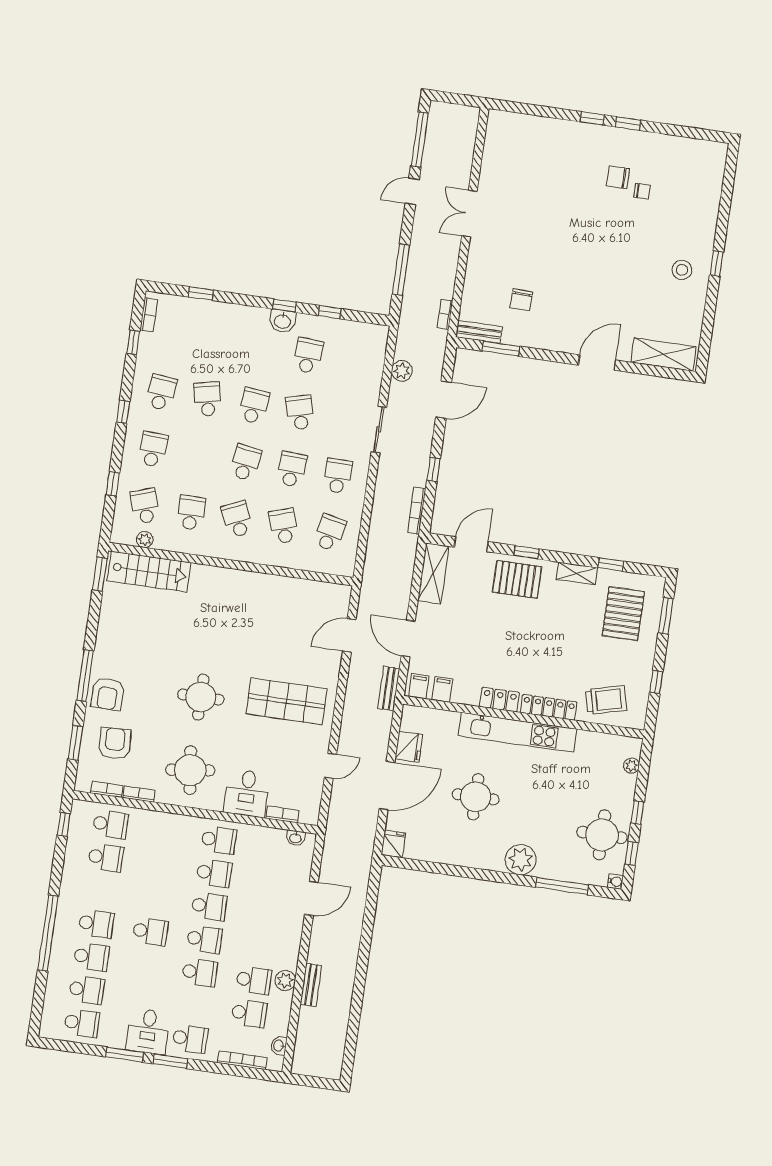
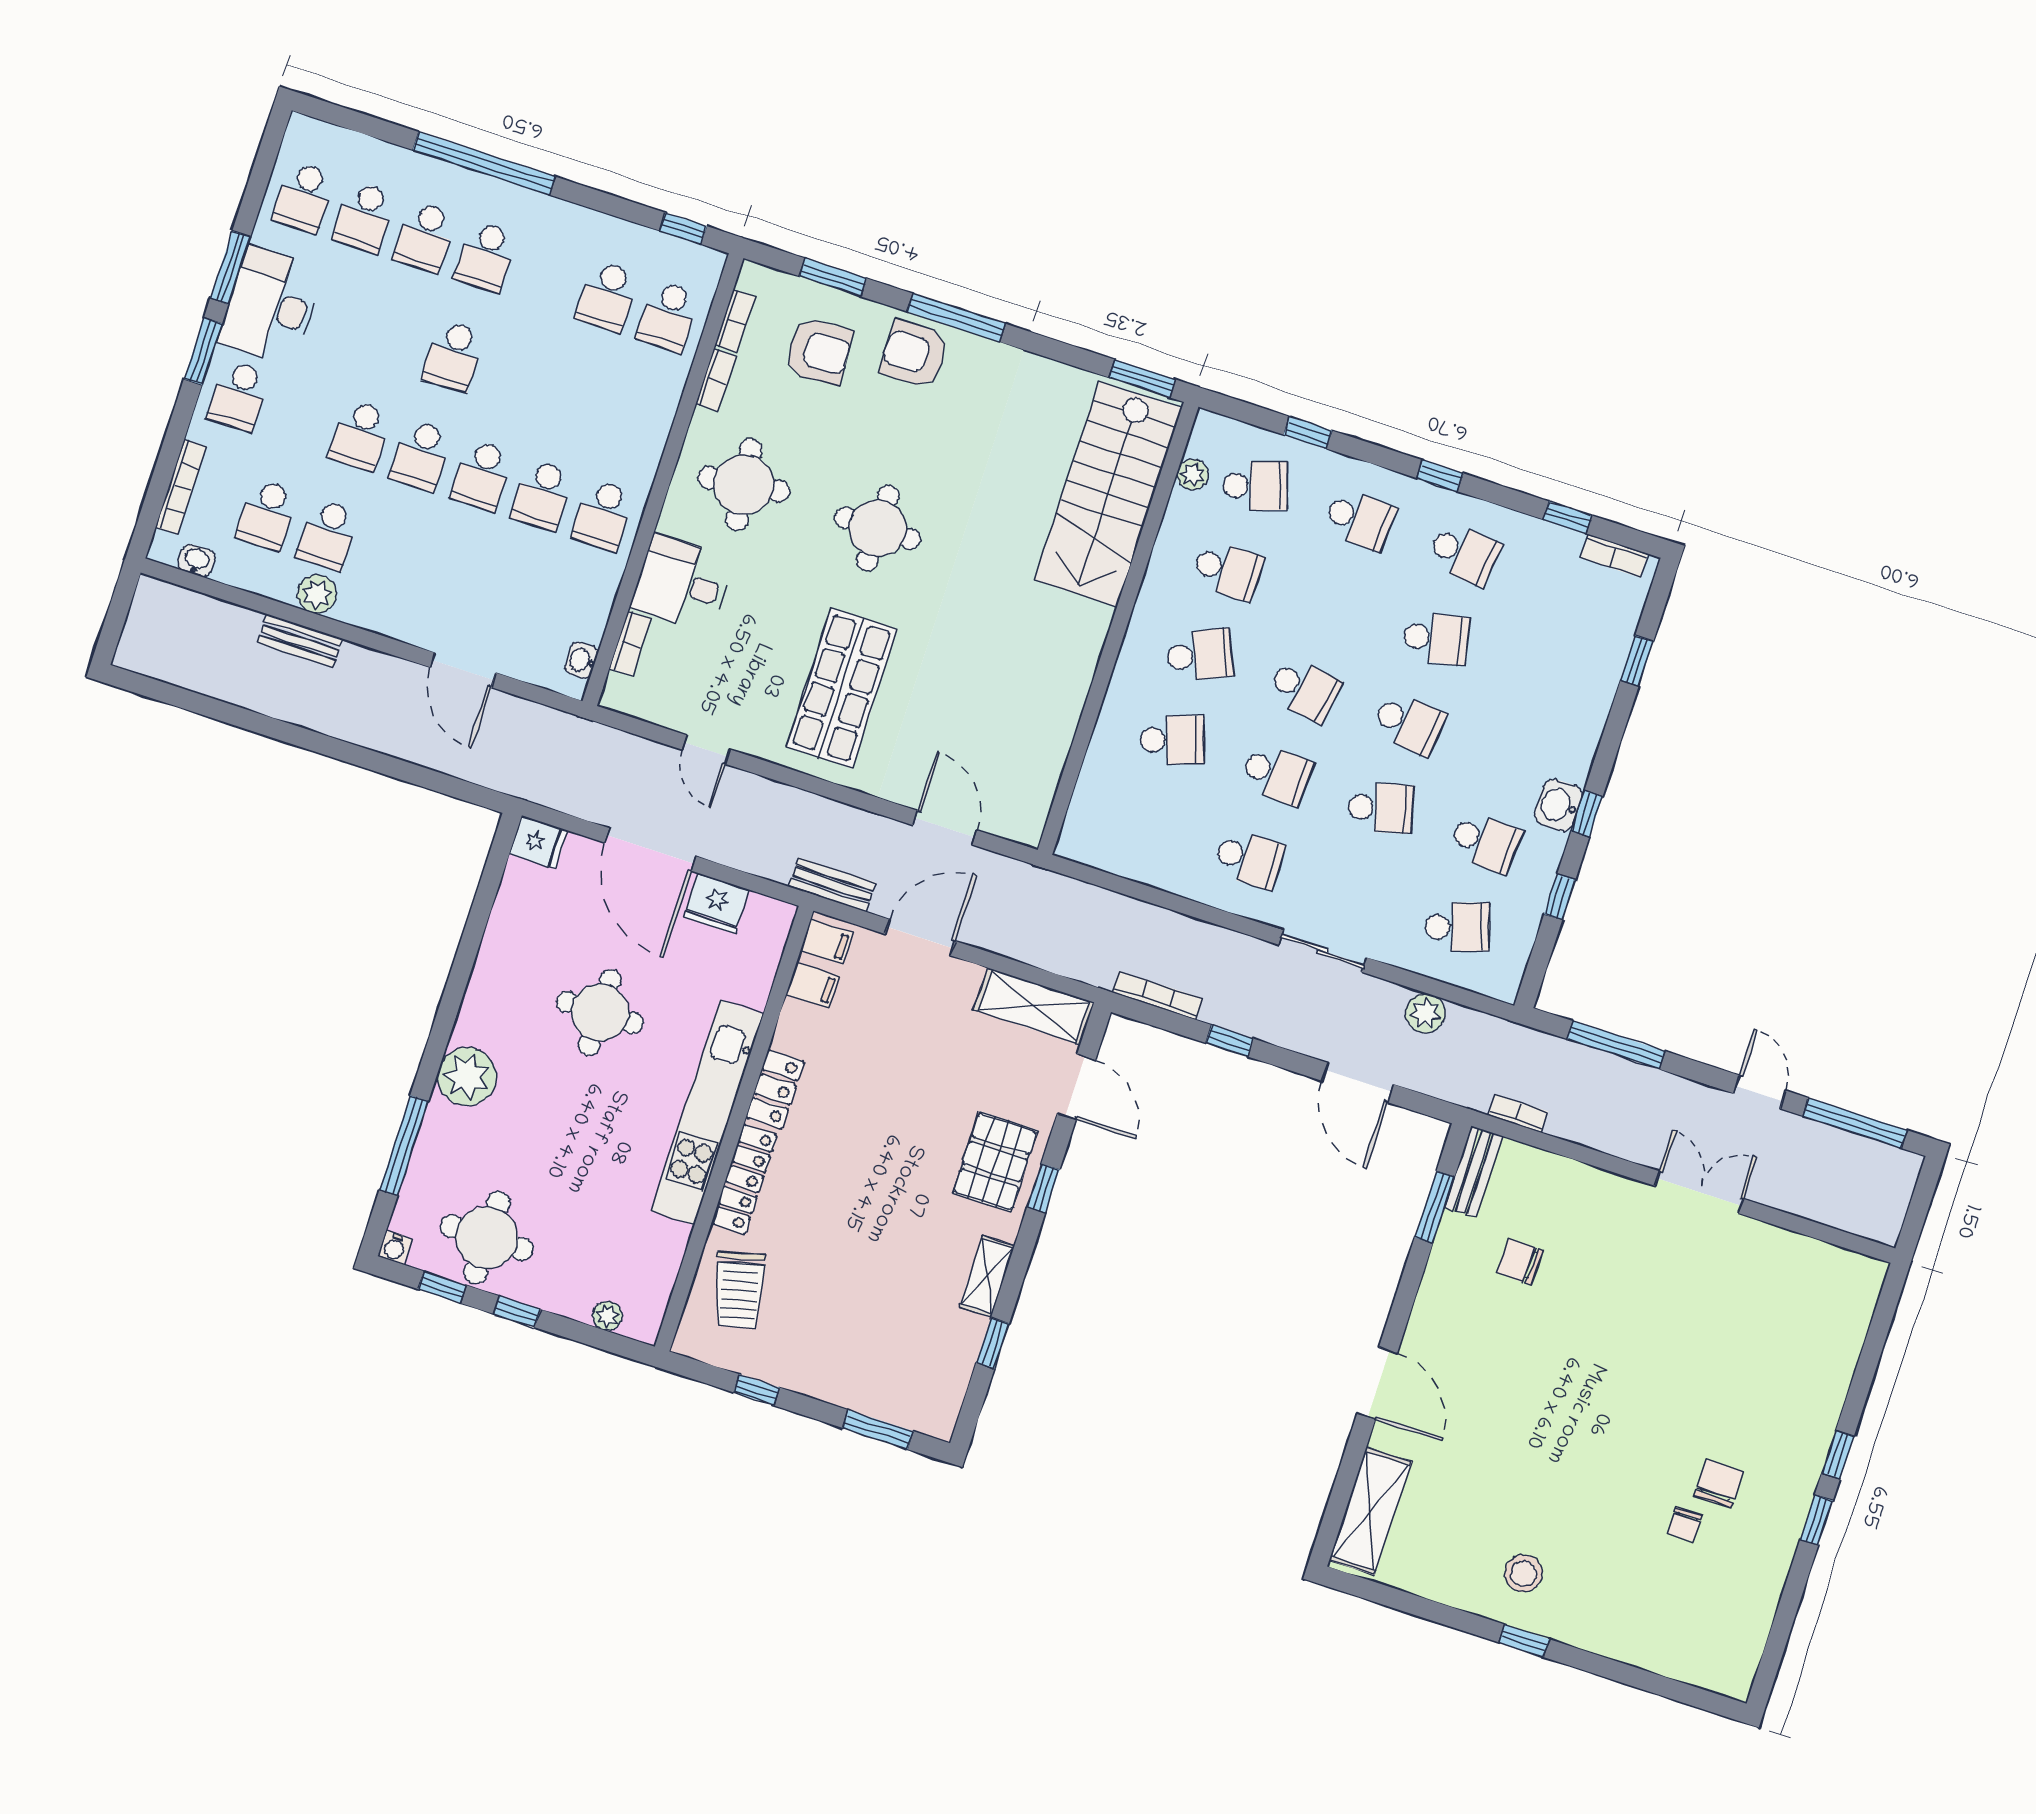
school desk: (330, 533) -> (1457, 927), moved, turned -30
stairs: (149, 572) -> (1108, 494), width x1.36, depth x1.51
pallet: (623, 614) -> (896, 1351), removed
desk: (148, 1031) -> (271, 306), width x1.37

